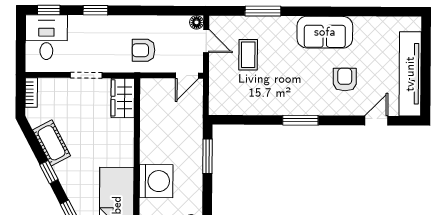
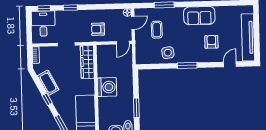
door: (206, 41) -> (133, 23), hinge flipped
side table: (266, 96) -> (168, 53), added
wardrobe: (123, 98) -> (87, 62), width x1.50
window: (207, 156) -> (136, 108), moved
washing machine: (156, 181) -> (107, 87), moved

